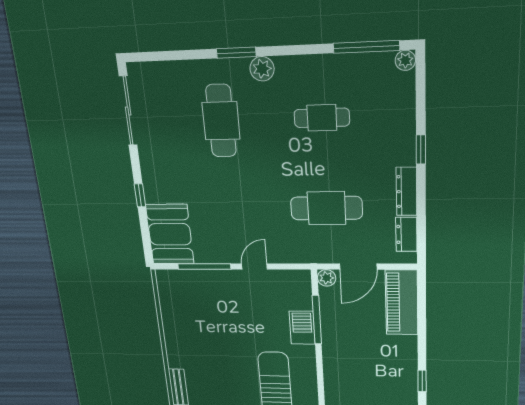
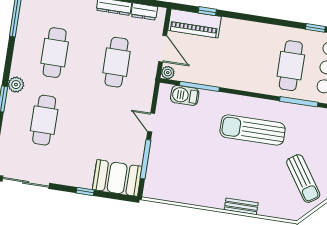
cafe table: (322, 118) -> (55, 53), width x1.37, depth x1.35
cafe table: (221, 121) -> (44, 120), turned 90
barbecue: (302, 328) -> (185, 95), moved
window: (422, 381) -> (207, 11), moved

